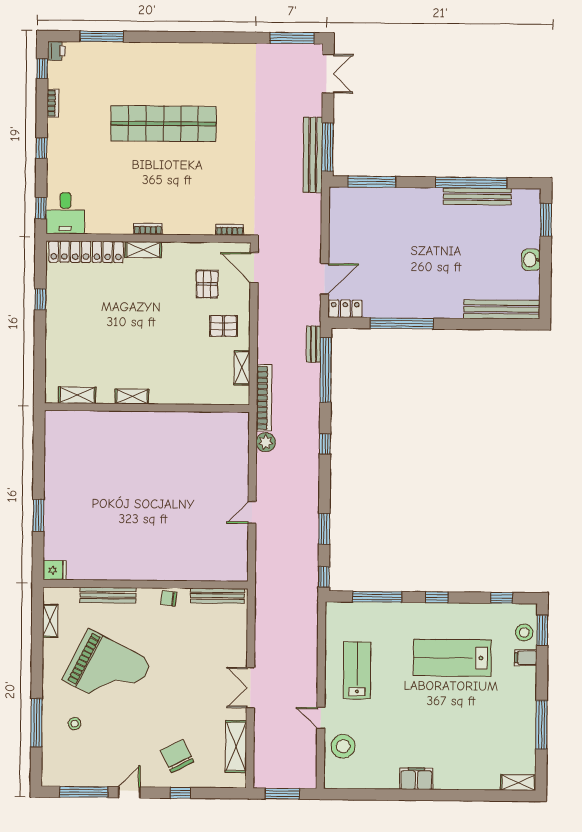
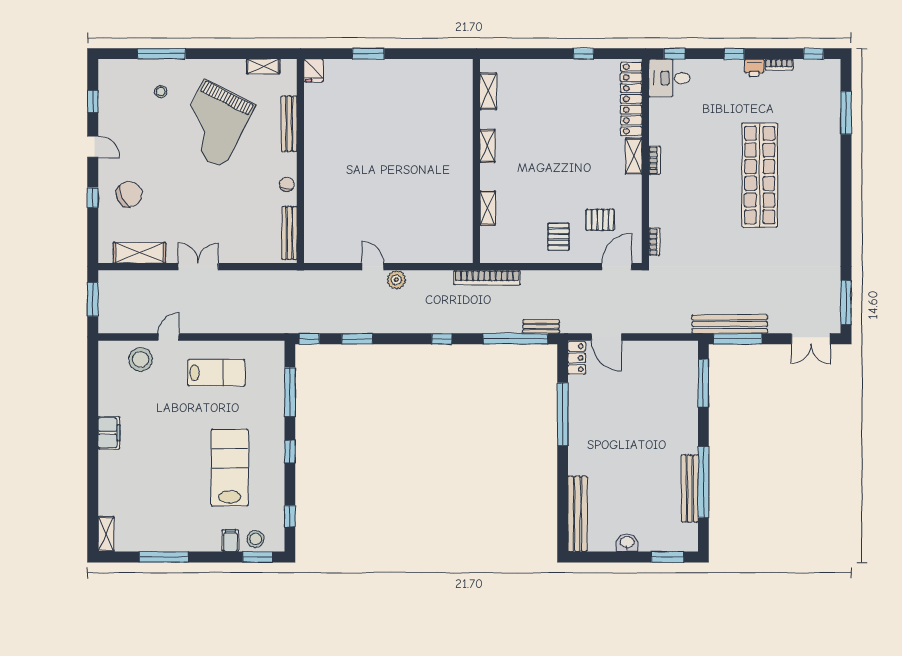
printer: (56, 51) -> (754, 68), moved
shelving: (242, 368) -> (488, 208), moved, turned 90
plant: (266, 442) -> (396, 280), moved
window: (84, 792) -> (93, 101), width x0.46

